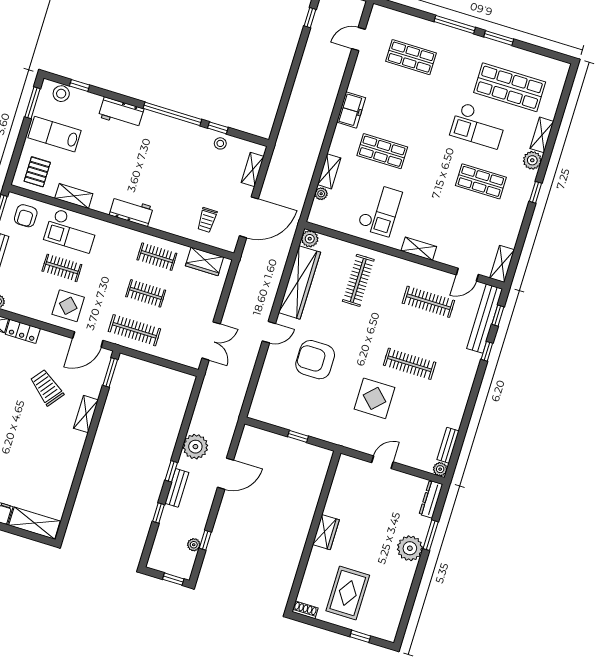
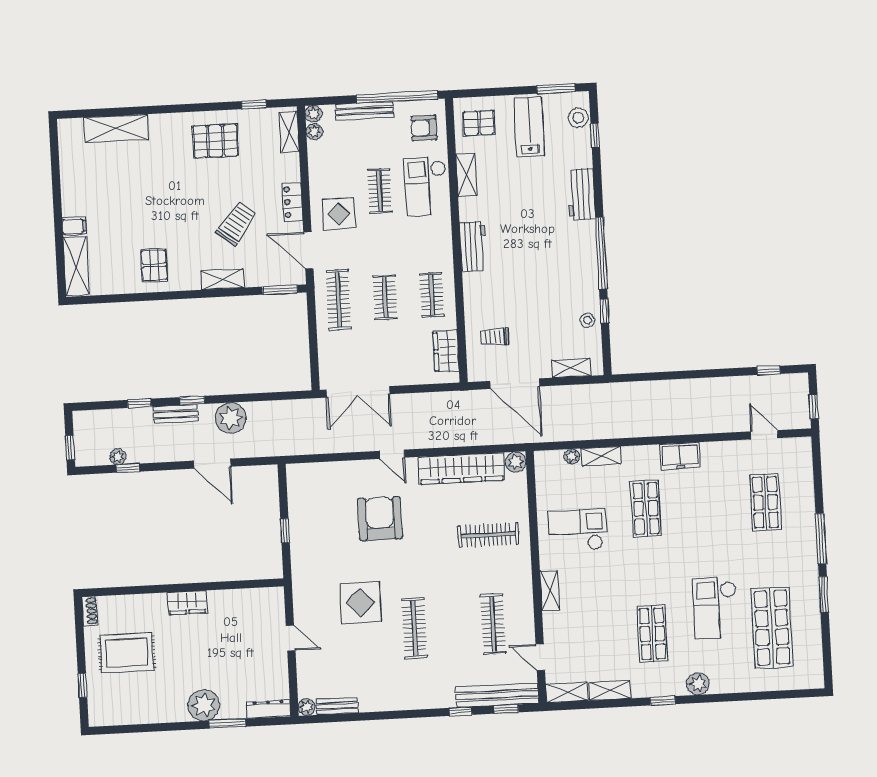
shelving: (542, 135) -> (610, 691), moved
checkout: (380, 210) -> (578, 530), turned 180
locker: (23, 331) -> (292, 202), moved
double door: (211, 341) -> (358, 392), width x1.37
pallet: (56, 463) -> (154, 265), added

